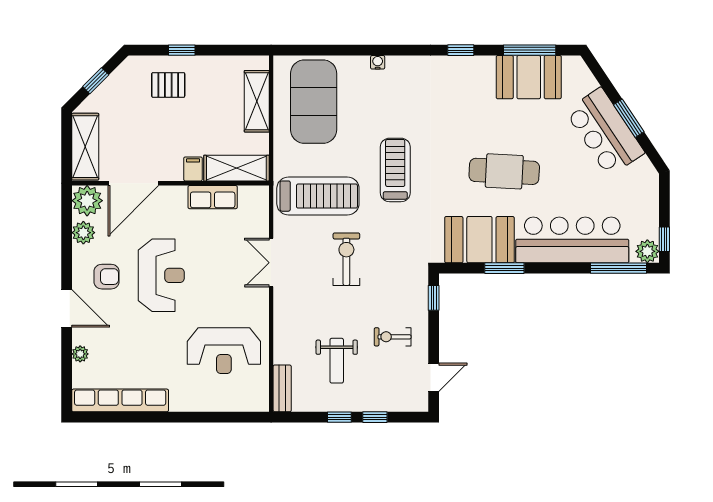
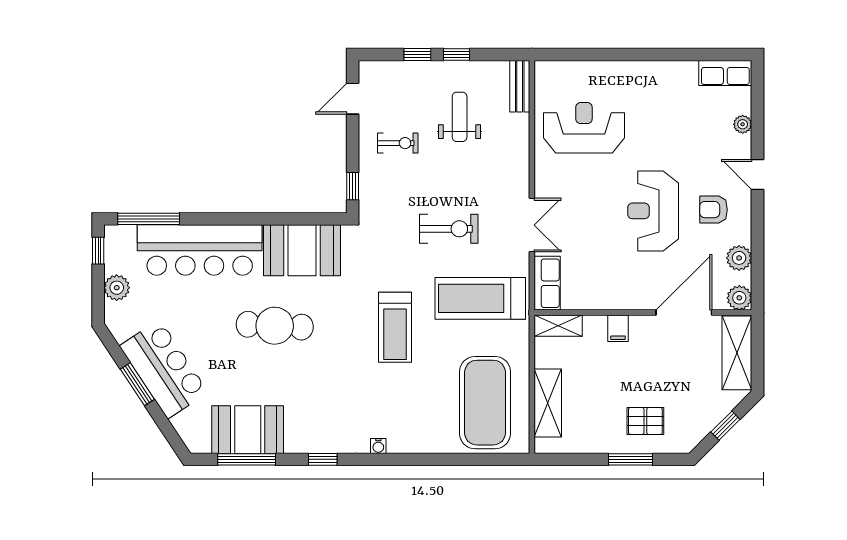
window: (182, 50) -> (630, 459), width x1.50
water cooler: (378, 62) -> (378, 446), moved
shelving: (236, 168) -> (558, 326), width x0.67, depth x0.75
row of seats: (213, 197) -> (547, 283), moved, turned 90
plant: (87, 201) -> (739, 298), width x0.73, depth x0.73
plant: (647, 251) -> (117, 288), moved
exercise bike: (346, 259) -> (449, 229), turned -90
window: (504, 268) -> (275, 219), removed
door: (67, 308) -> (757, 174), width x0.73
row of seats: (120, 400) -> (725, 73), width x0.50

